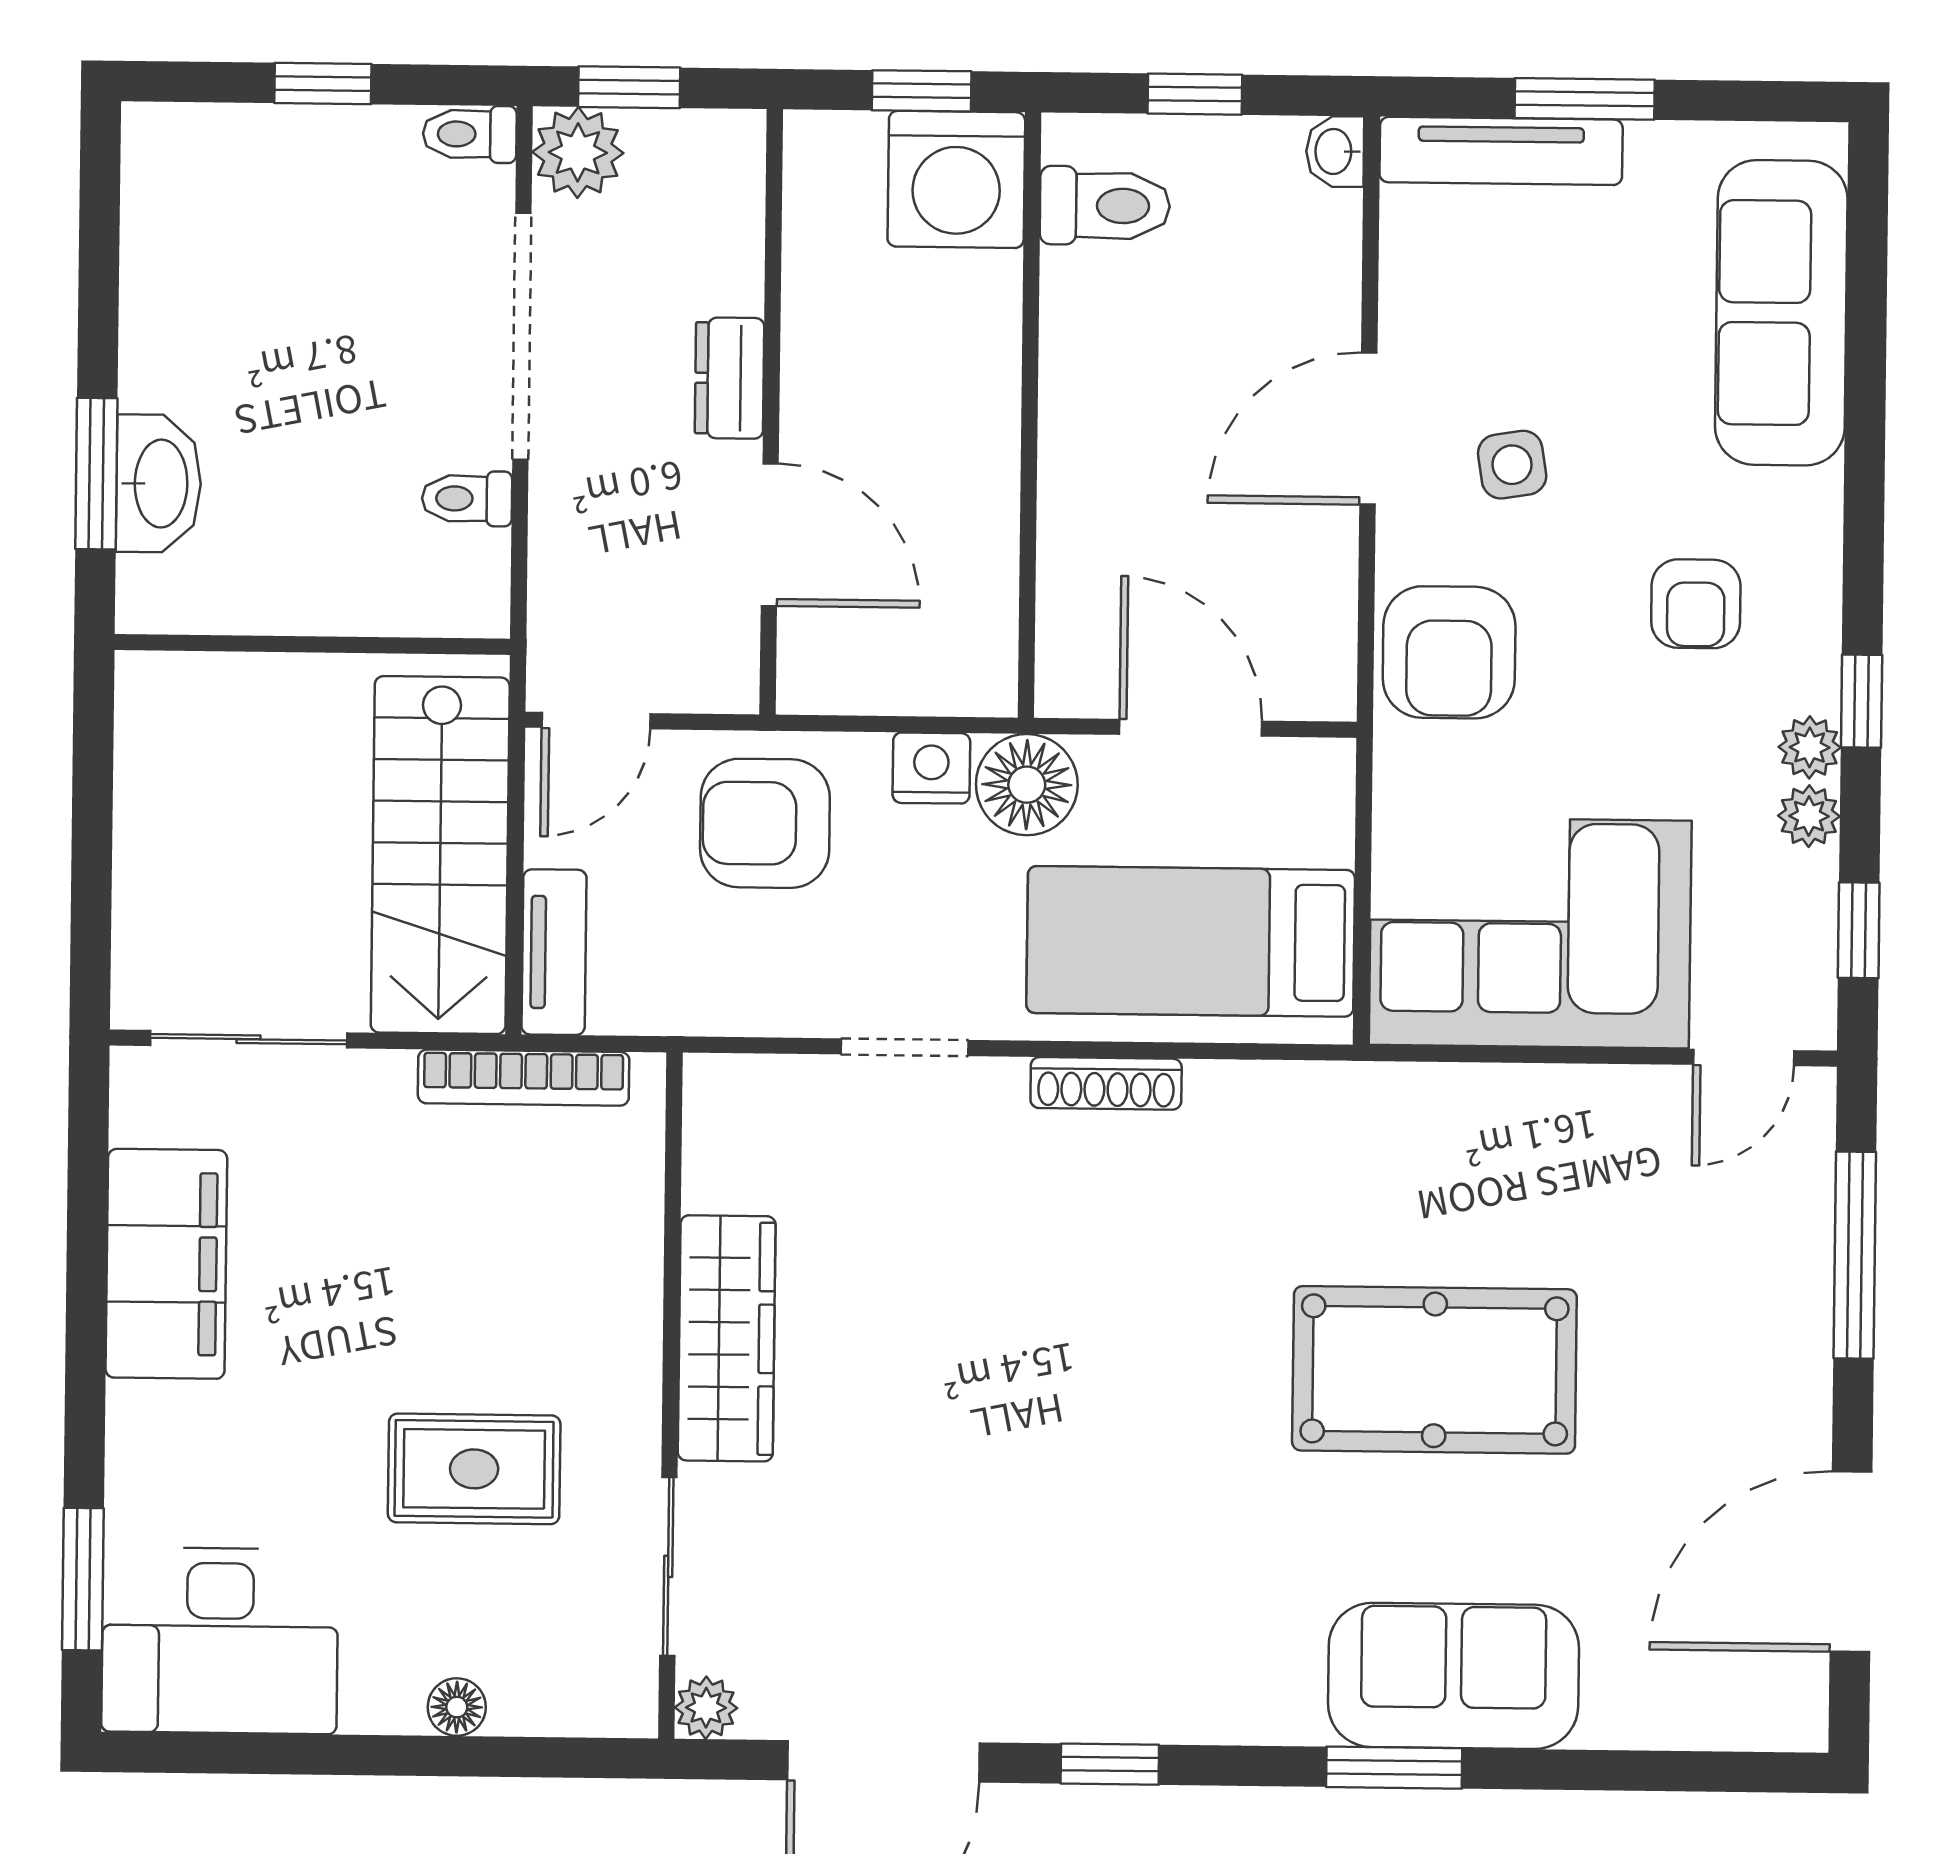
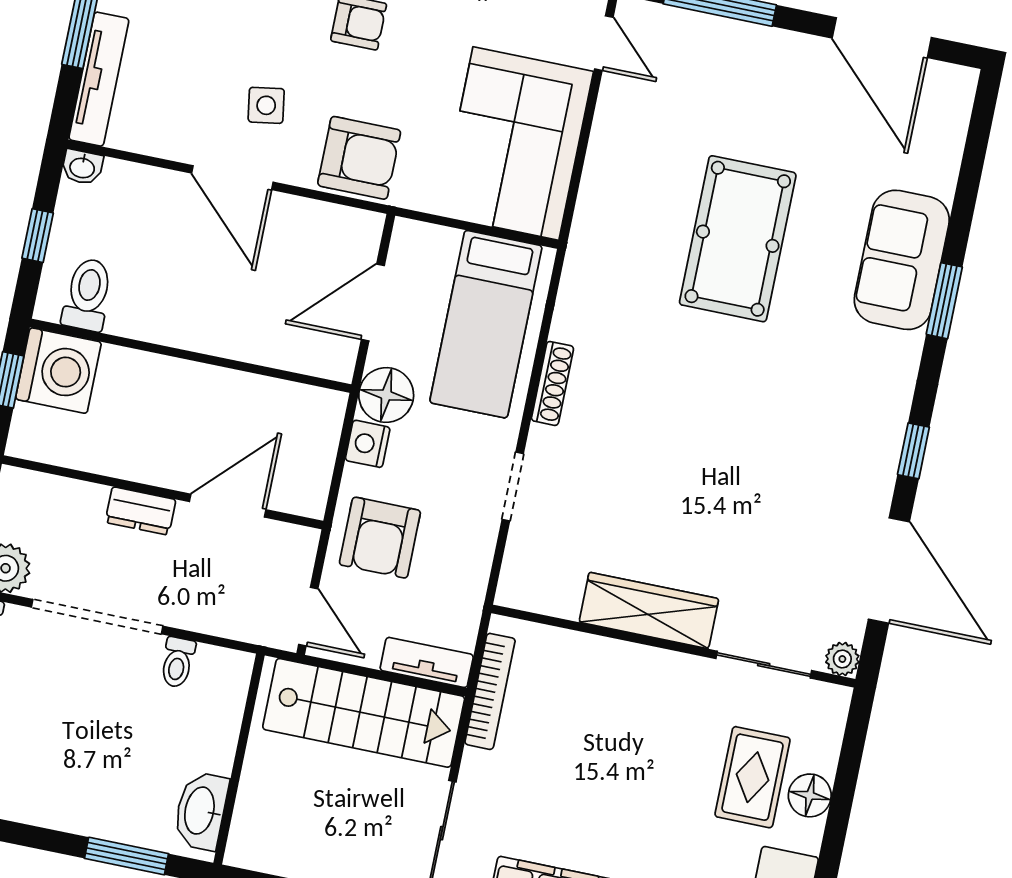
washbasin: (159, 484) -> (201, 811), moved, turned -90
rug: (474, 1469) -> (753, 777), moved
floor lamp: (457, 1707) -> (810, 795), width x1.37, depth x1.37

